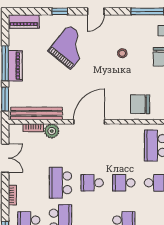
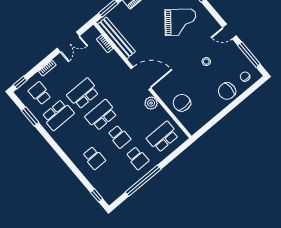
door: (96, 11) -> (229, 31), moved
plant: (52, 131) -> (151, 103), moved
school desk: (92, 183) -> (101, 115), width x1.85
school desk: (124, 183) -> (119, 137), turned 180

